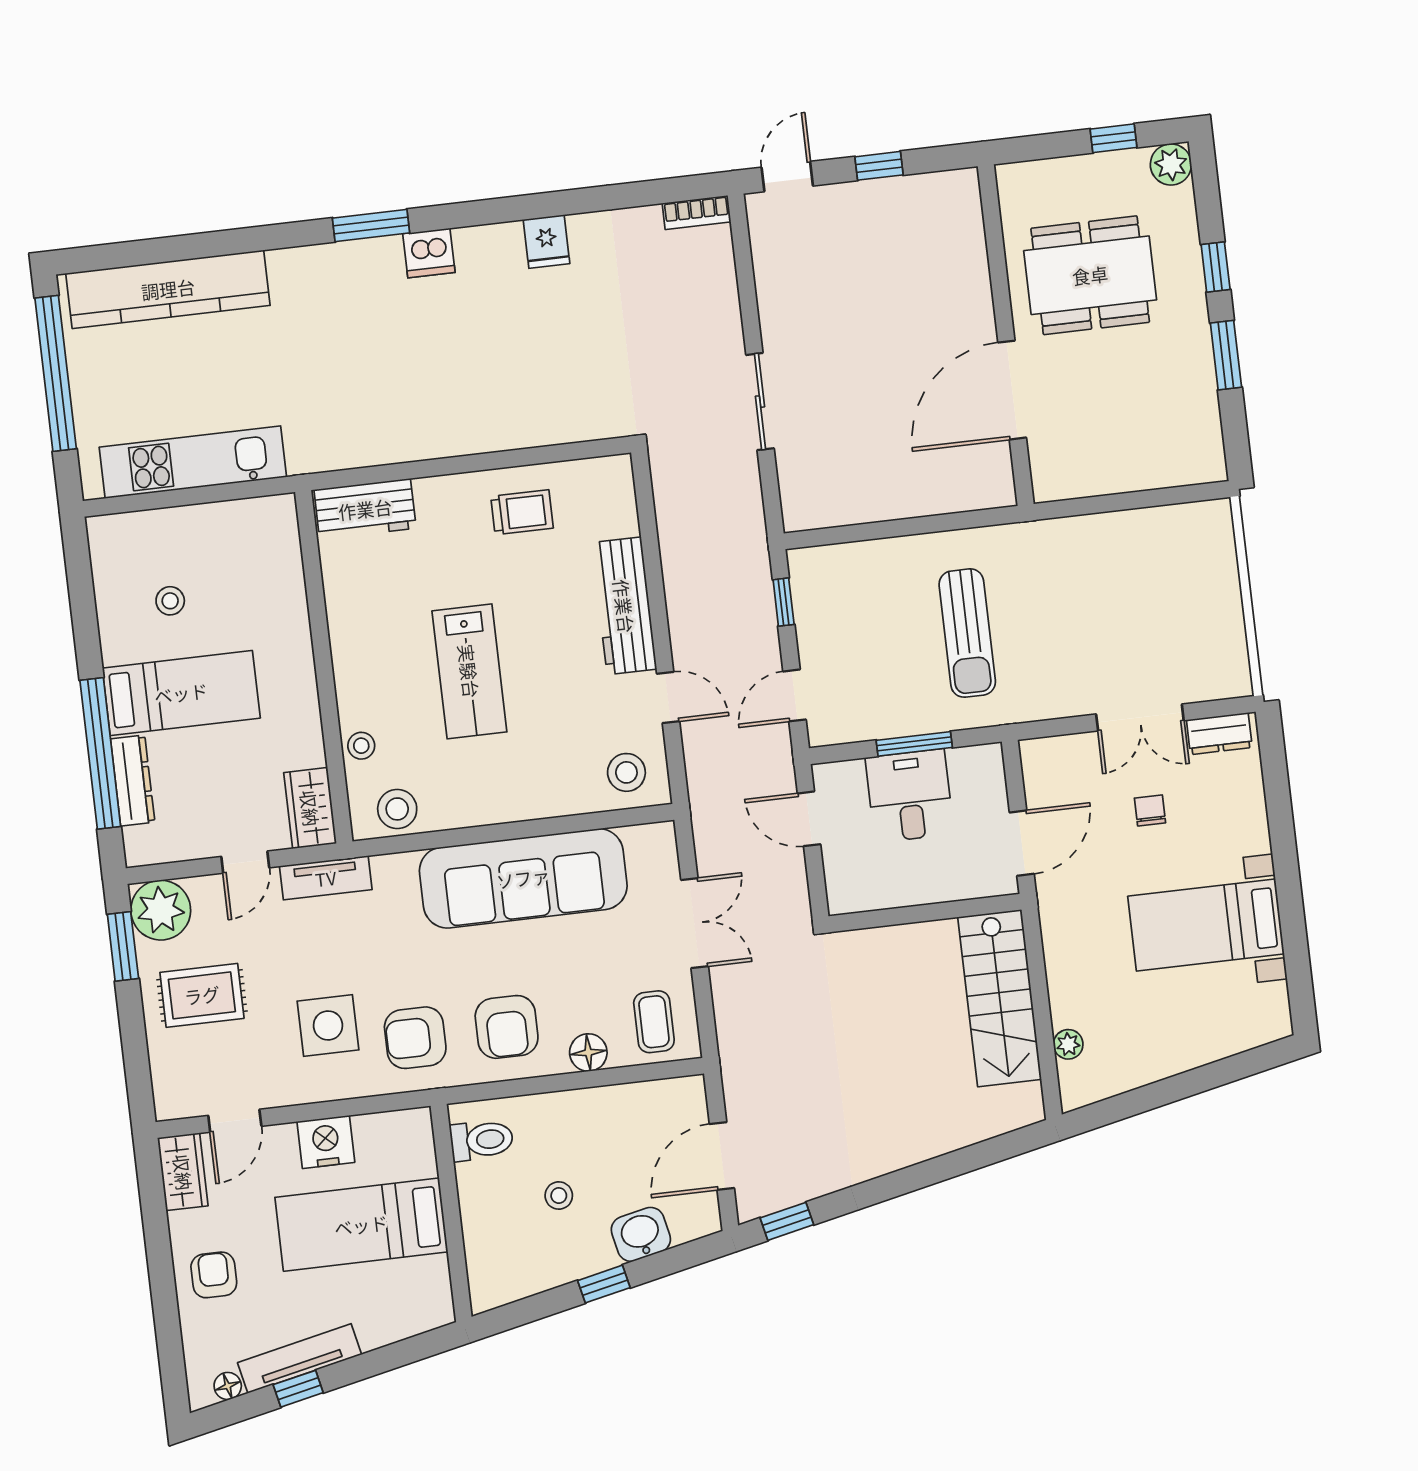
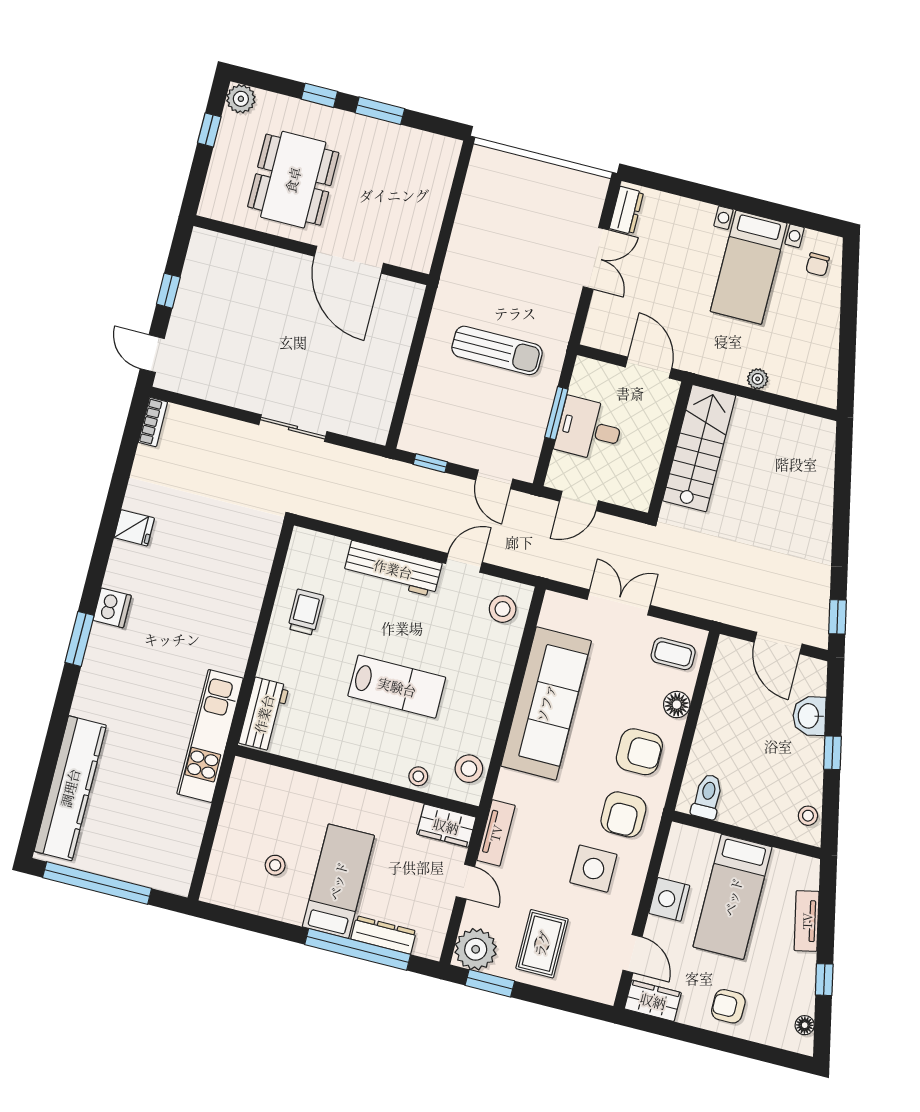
kitchen unit: (193, 462) -> (210, 736), moved
chair: (1150, 810) -> (818, 264), moved, turned -90
stairs: (1000, 998) -> (699, 448), moved, turned -90
plant: (1068, 1044) -> (758, 379), moved
stool: (559, 1196) -> (808, 816), moved
tv unit: (300, 1359) -> (807, 921), moved, width x0.71

